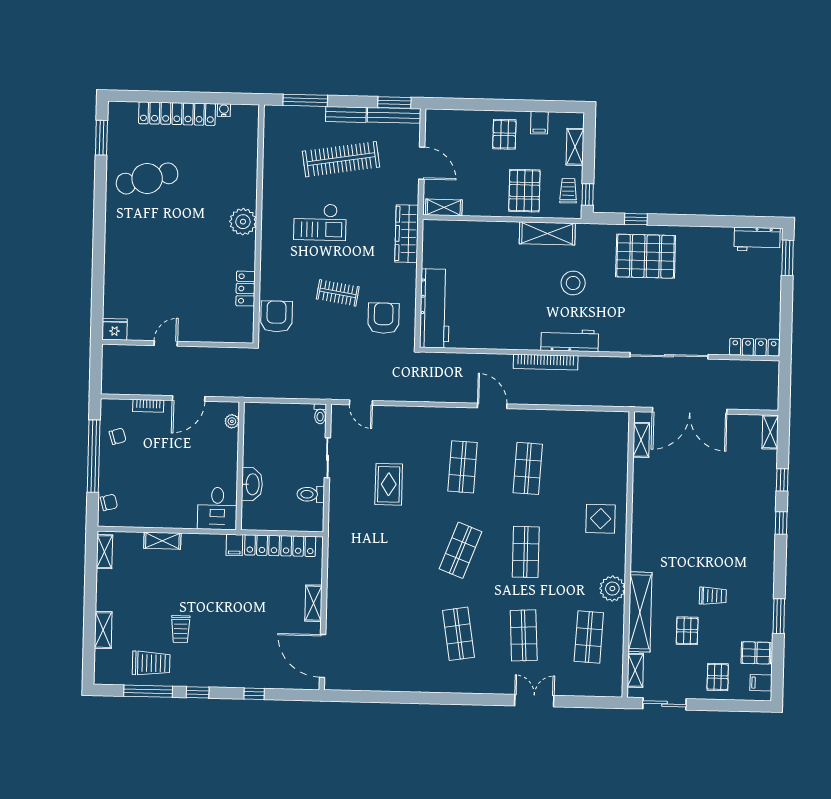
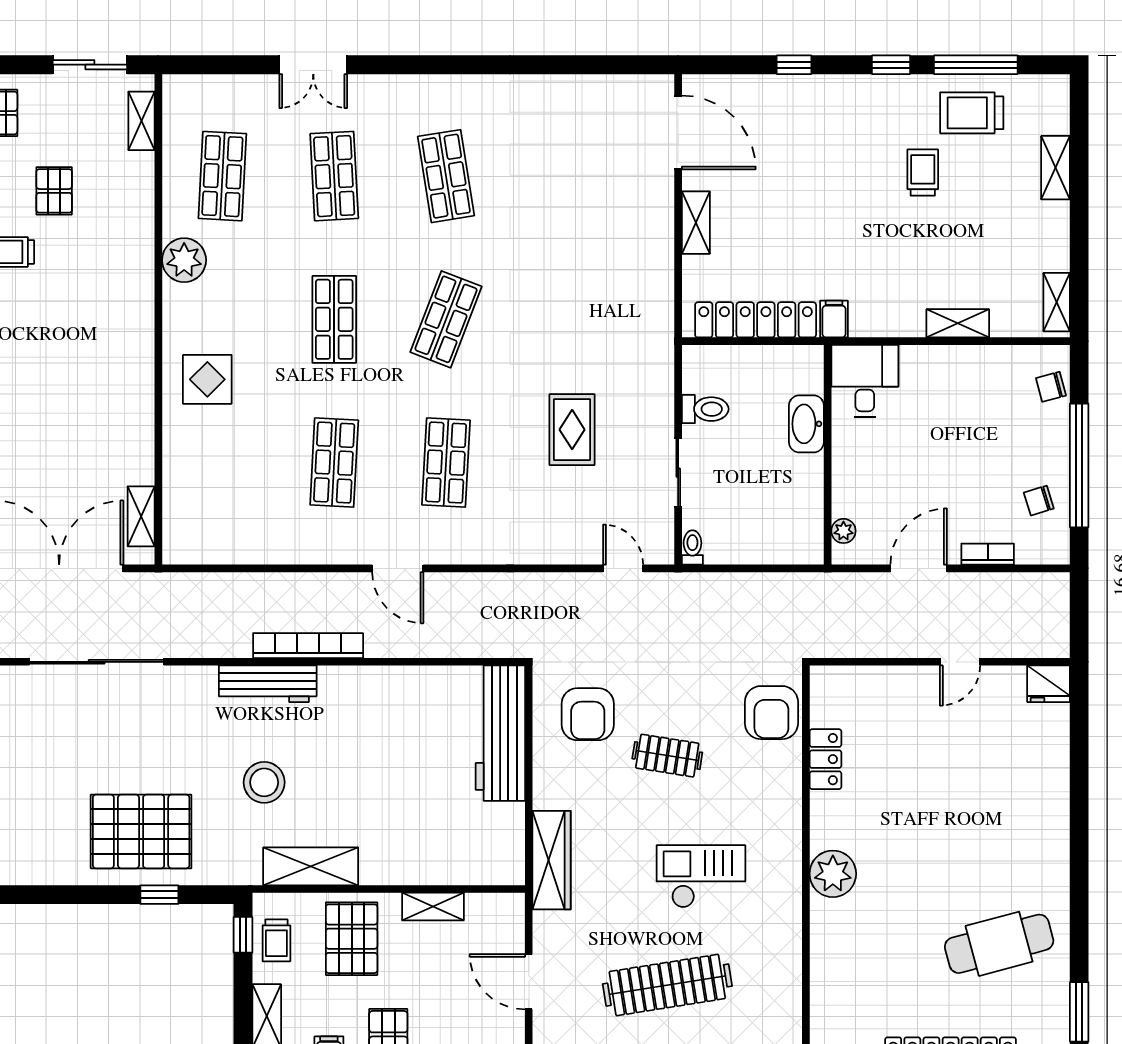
shelving: (444, 207) -> (433, 907), moved
shelving: (640, 612) -> (136, 221), removed

